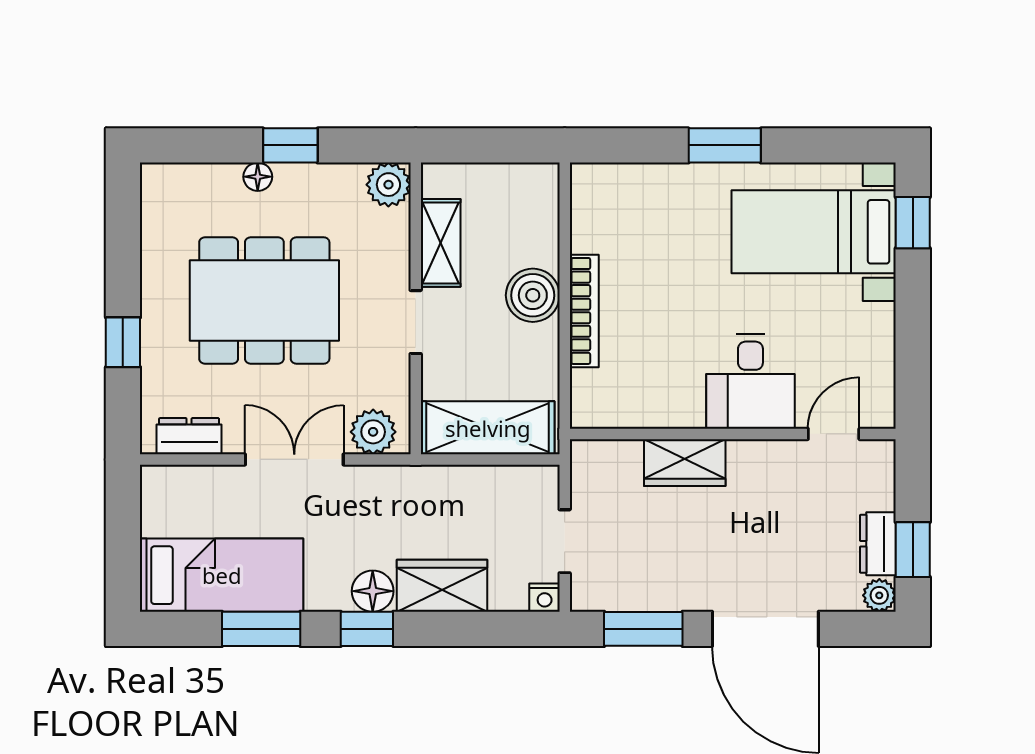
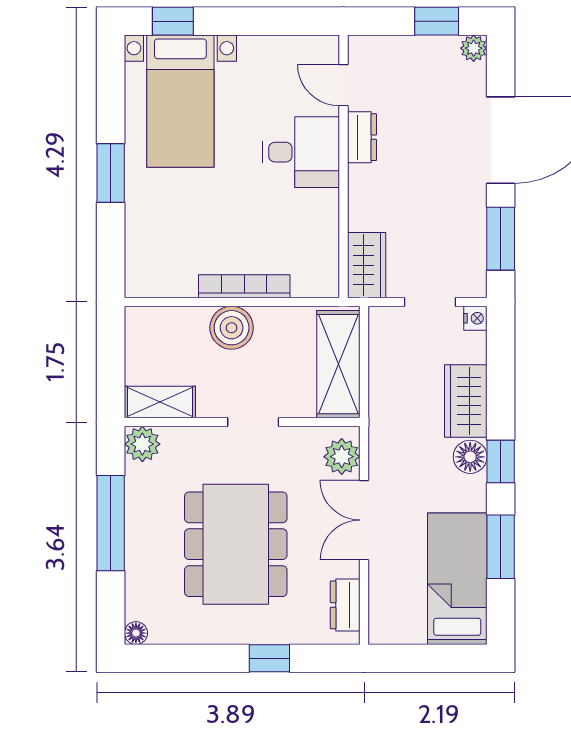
window: (290, 145) -> (111, 523), width x2.17
floor lamp: (258, 177) -> (136, 633), moved
shelving: (441, 243) -> (160, 402), moved
wardrobe: (685, 463) -> (367, 265), moved
dresser: (878, 544) -> (362, 137), moved, turned -90

